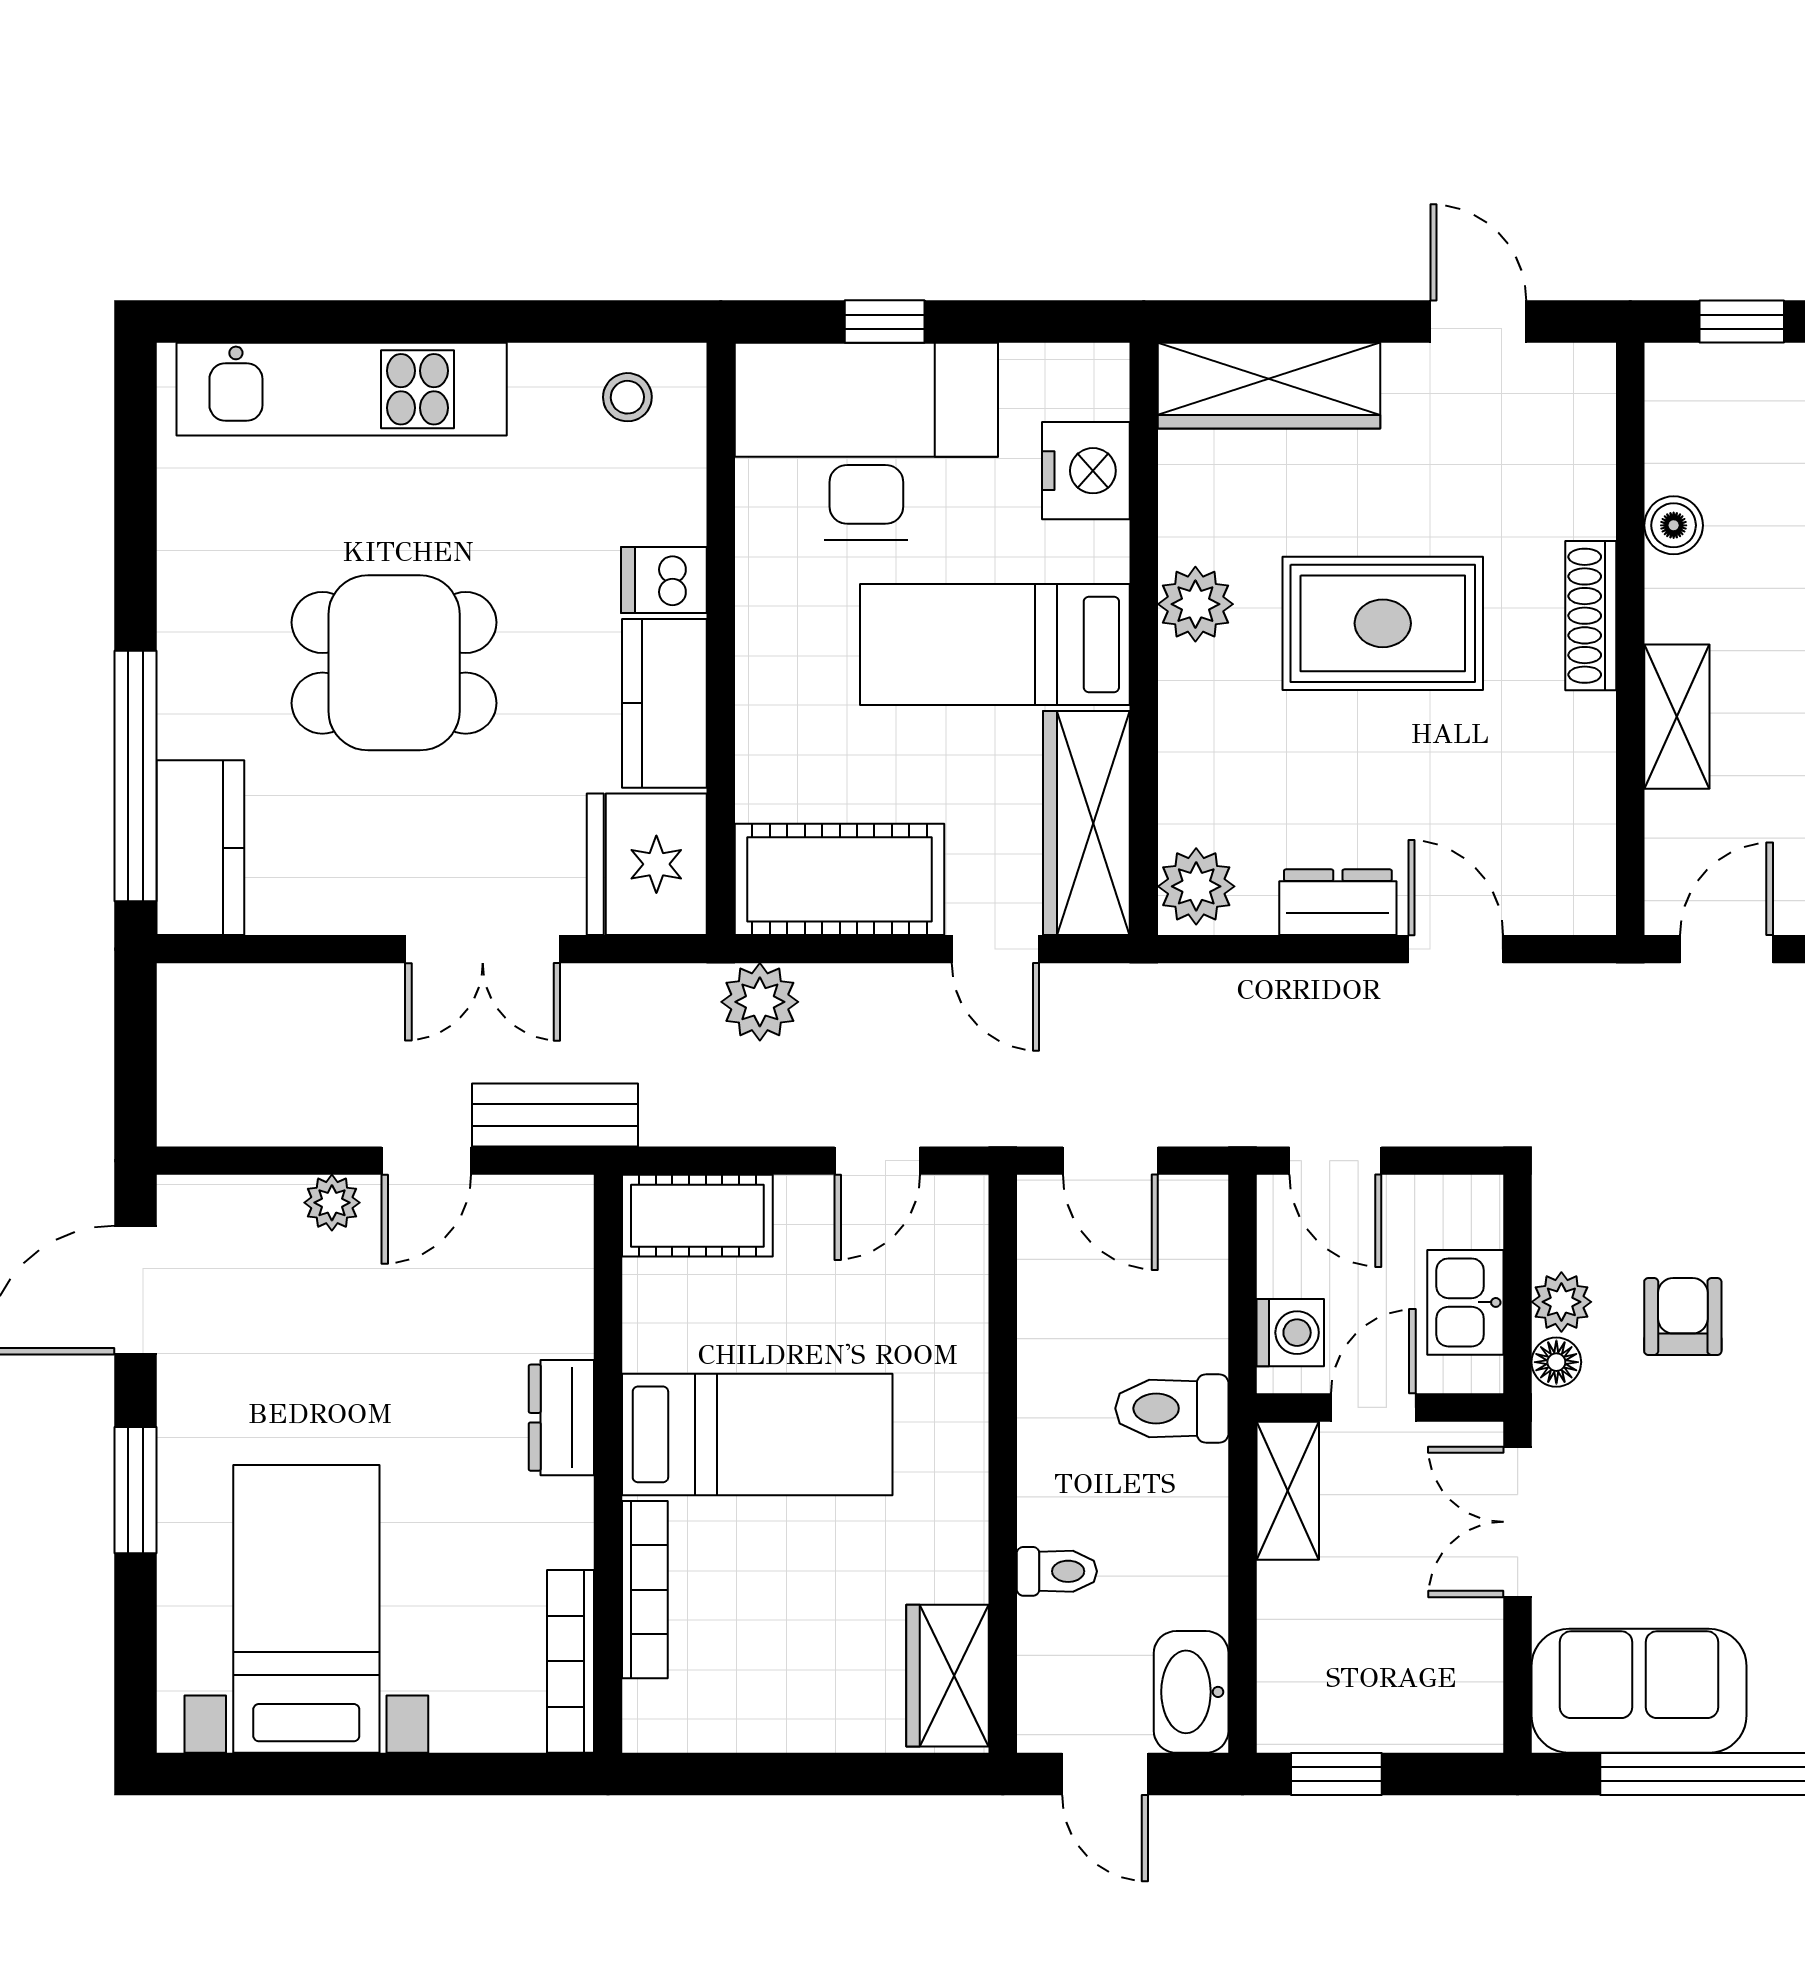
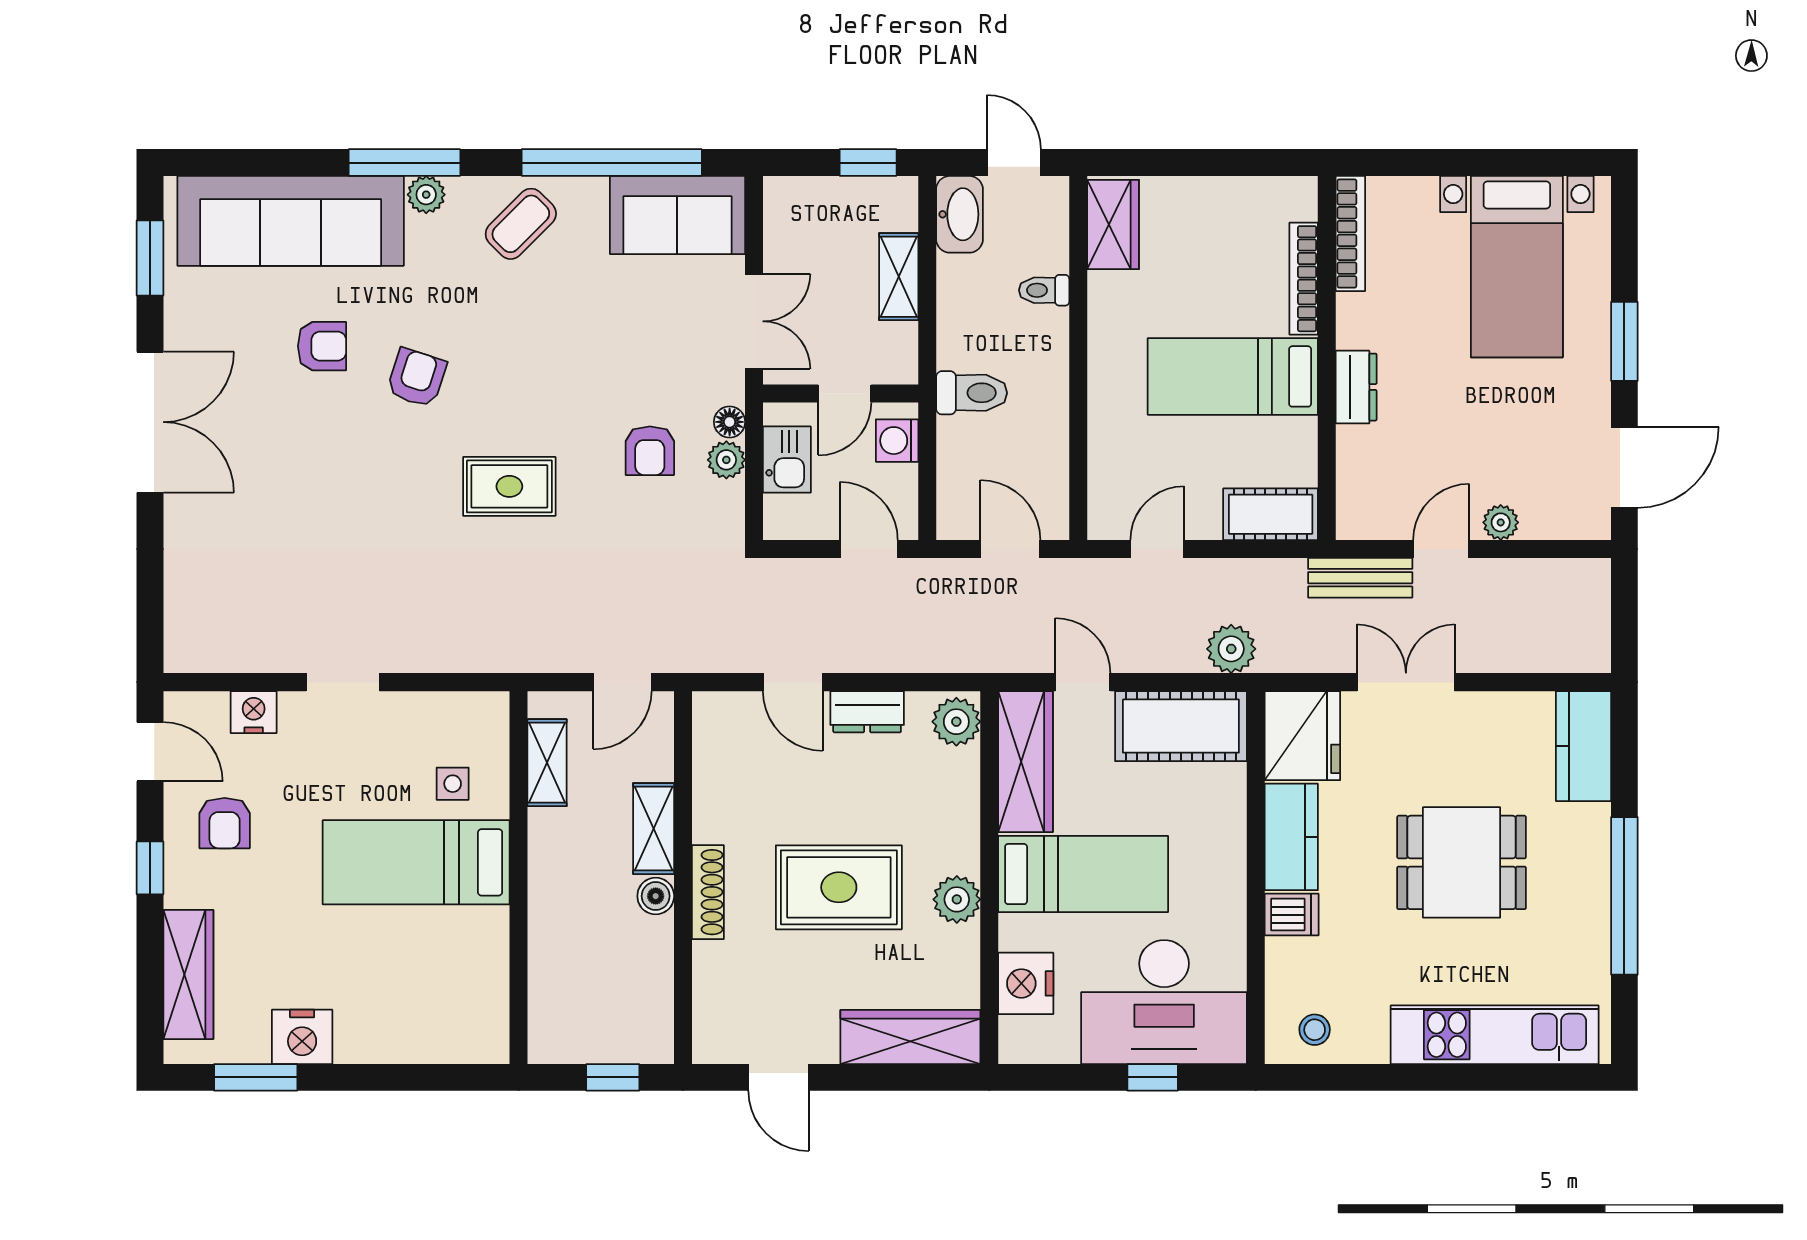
boiler: (1674, 525) -> (656, 896), moved
window: (136, 776) -> (1624, 896), moved
shelving: (1288, 1491) -> (899, 277), moved

